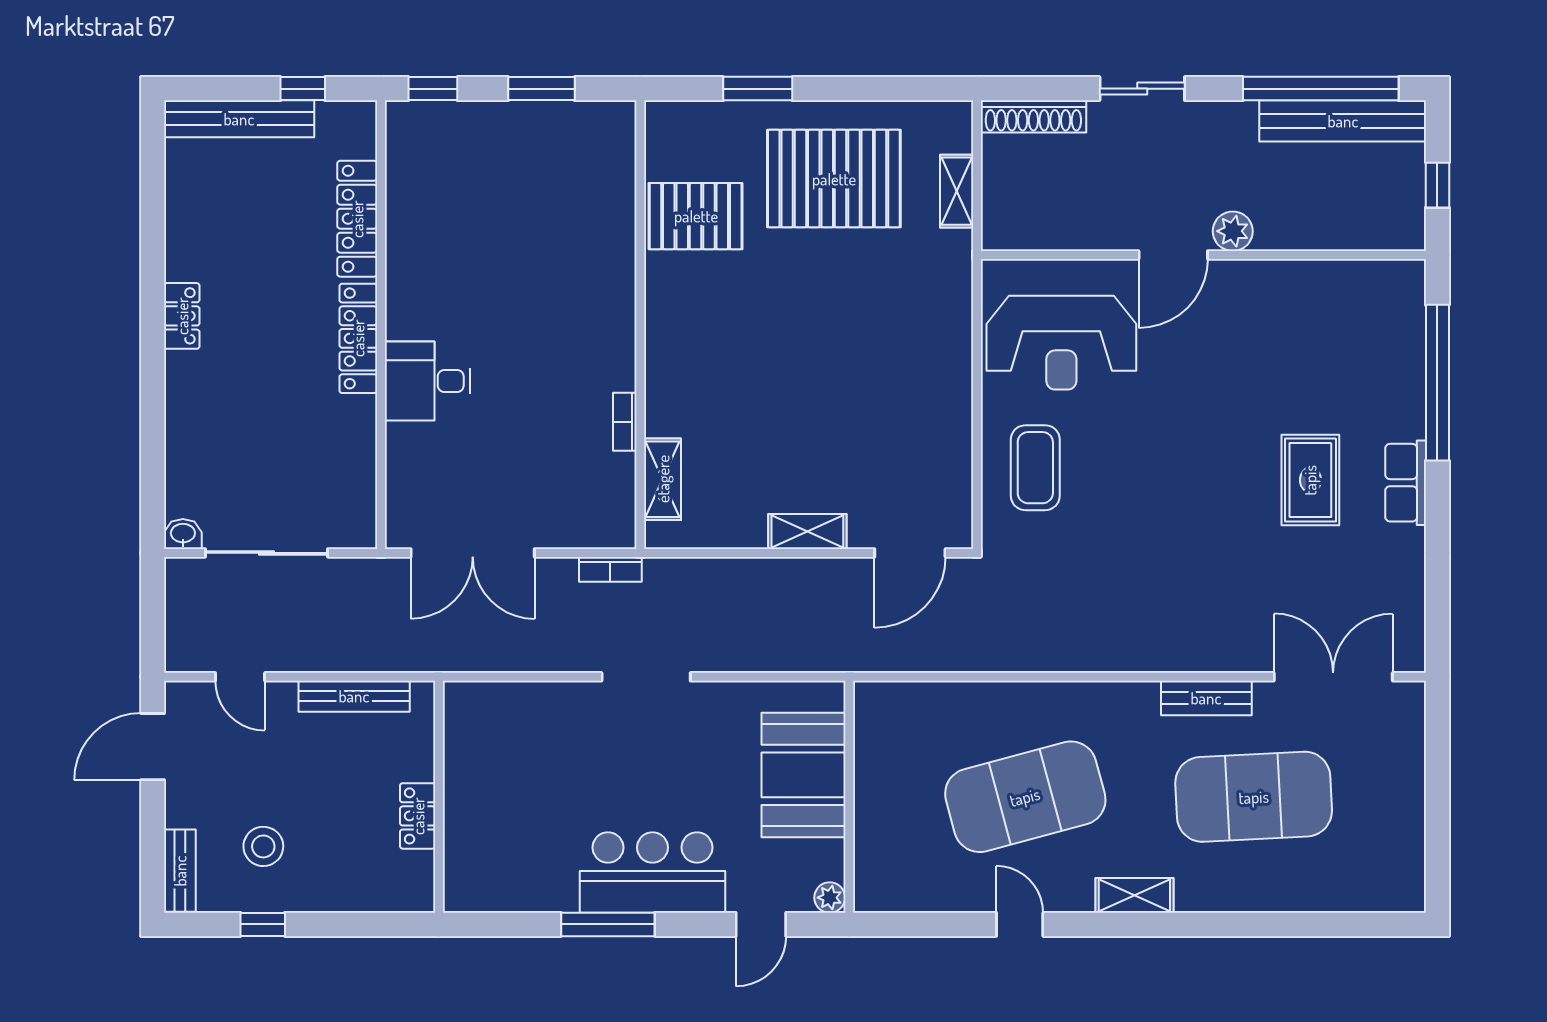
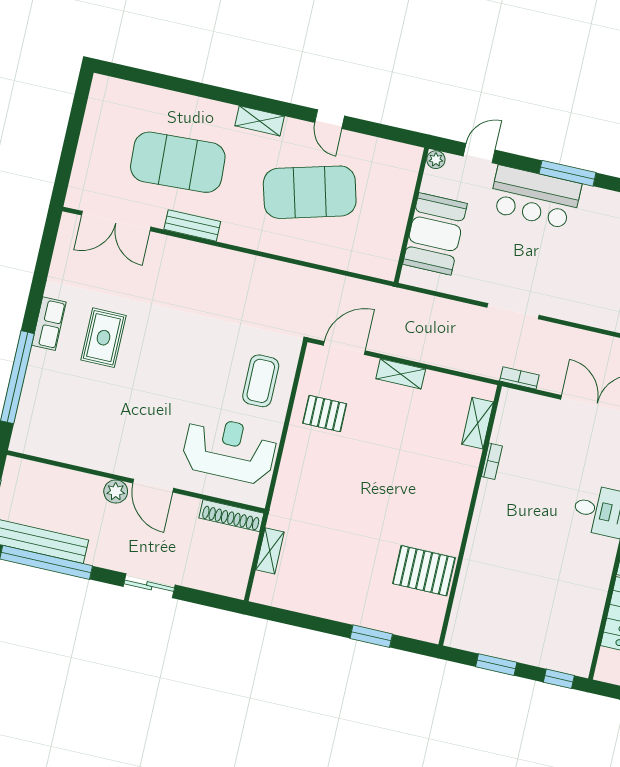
shoe rack: (1033, 116) -> (231, 516), moved, turned 180
pallet: (834, 179) -> (325, 414), moved, width x0.49, depth x0.50
door: (1173, 255) -> (153, 486), swing flipped

